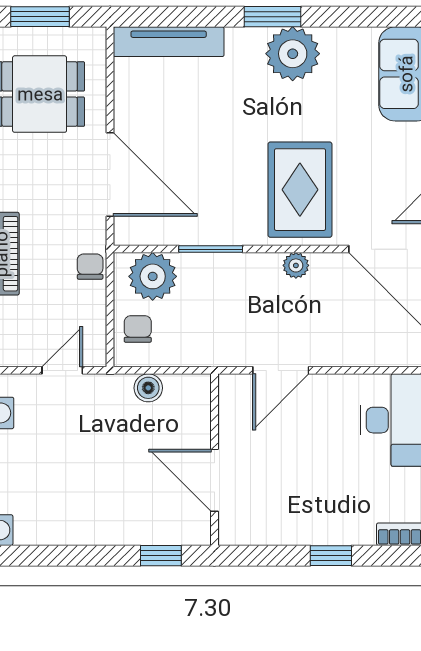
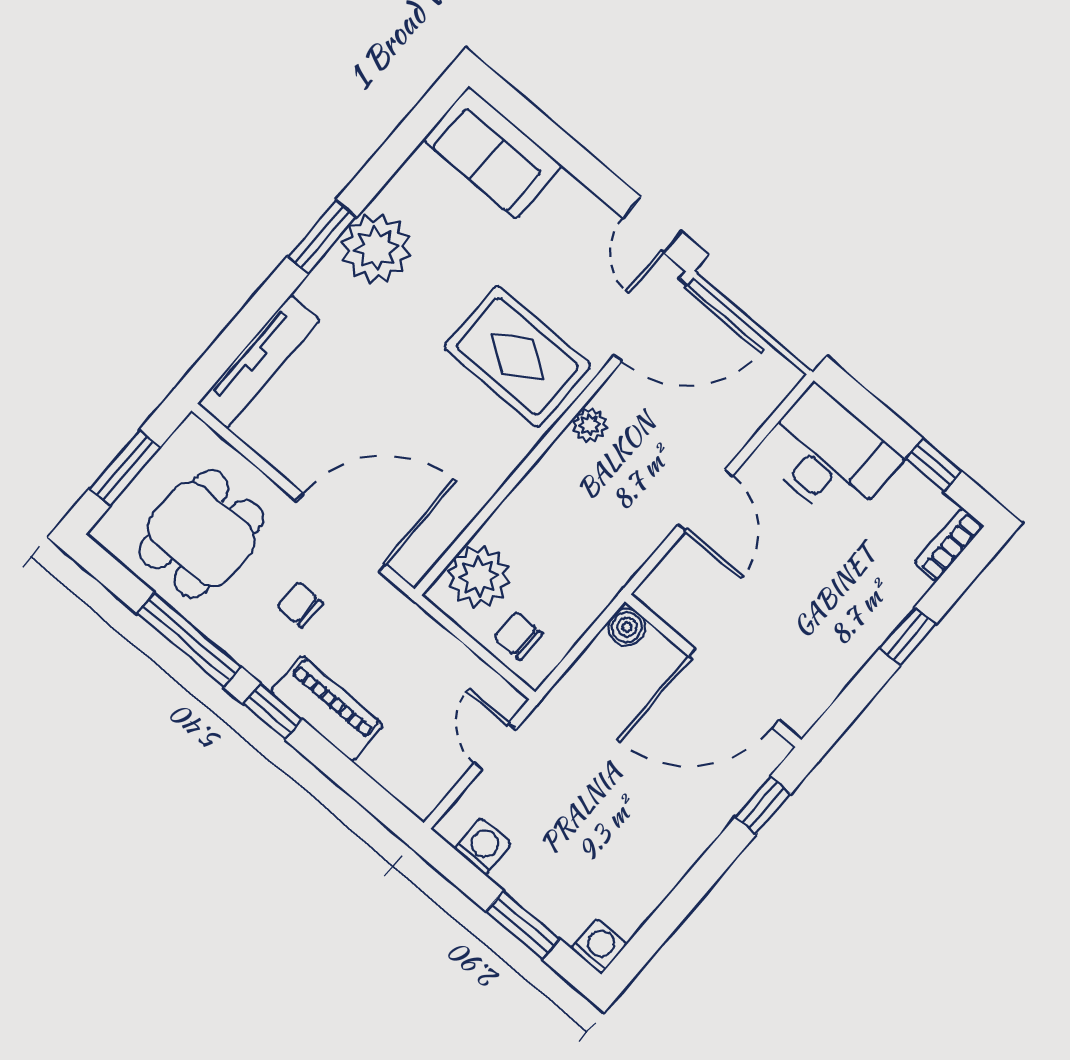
window: (211, 249) -> (501, 496), removed
chair: (90, 267) -> (300, 605), moved
door: (281, 370) -> (705, 500), moved
boiler: (148, 388) -> (627, 627), moved
door: (214, 480) -> (734, 688), width x1.36

